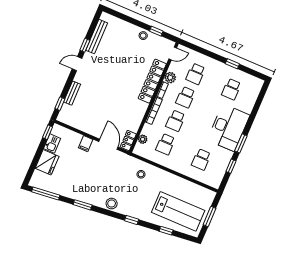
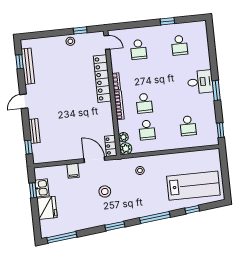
window: (85, 45) -> (20, 62), moved
door: (173, 53) -> (107, 42), hinge flipped
plant: (170, 78) -> (126, 149), moved
school desk: (186, 97) -> (141, 76), removed
desk: (228, 128) -> (200, 82), width x0.53, depth x0.77
window: (48, 132) -> (33, 190), moved
window: (231, 166) -> (220, 130), moved
stool: (112, 204) -> (105, 191), moved
window: (83, 205) -> (115, 226), moved
window: (210, 216) -> (225, 174), removed
window: (132, 220) -> (155, 218), width x2.17

